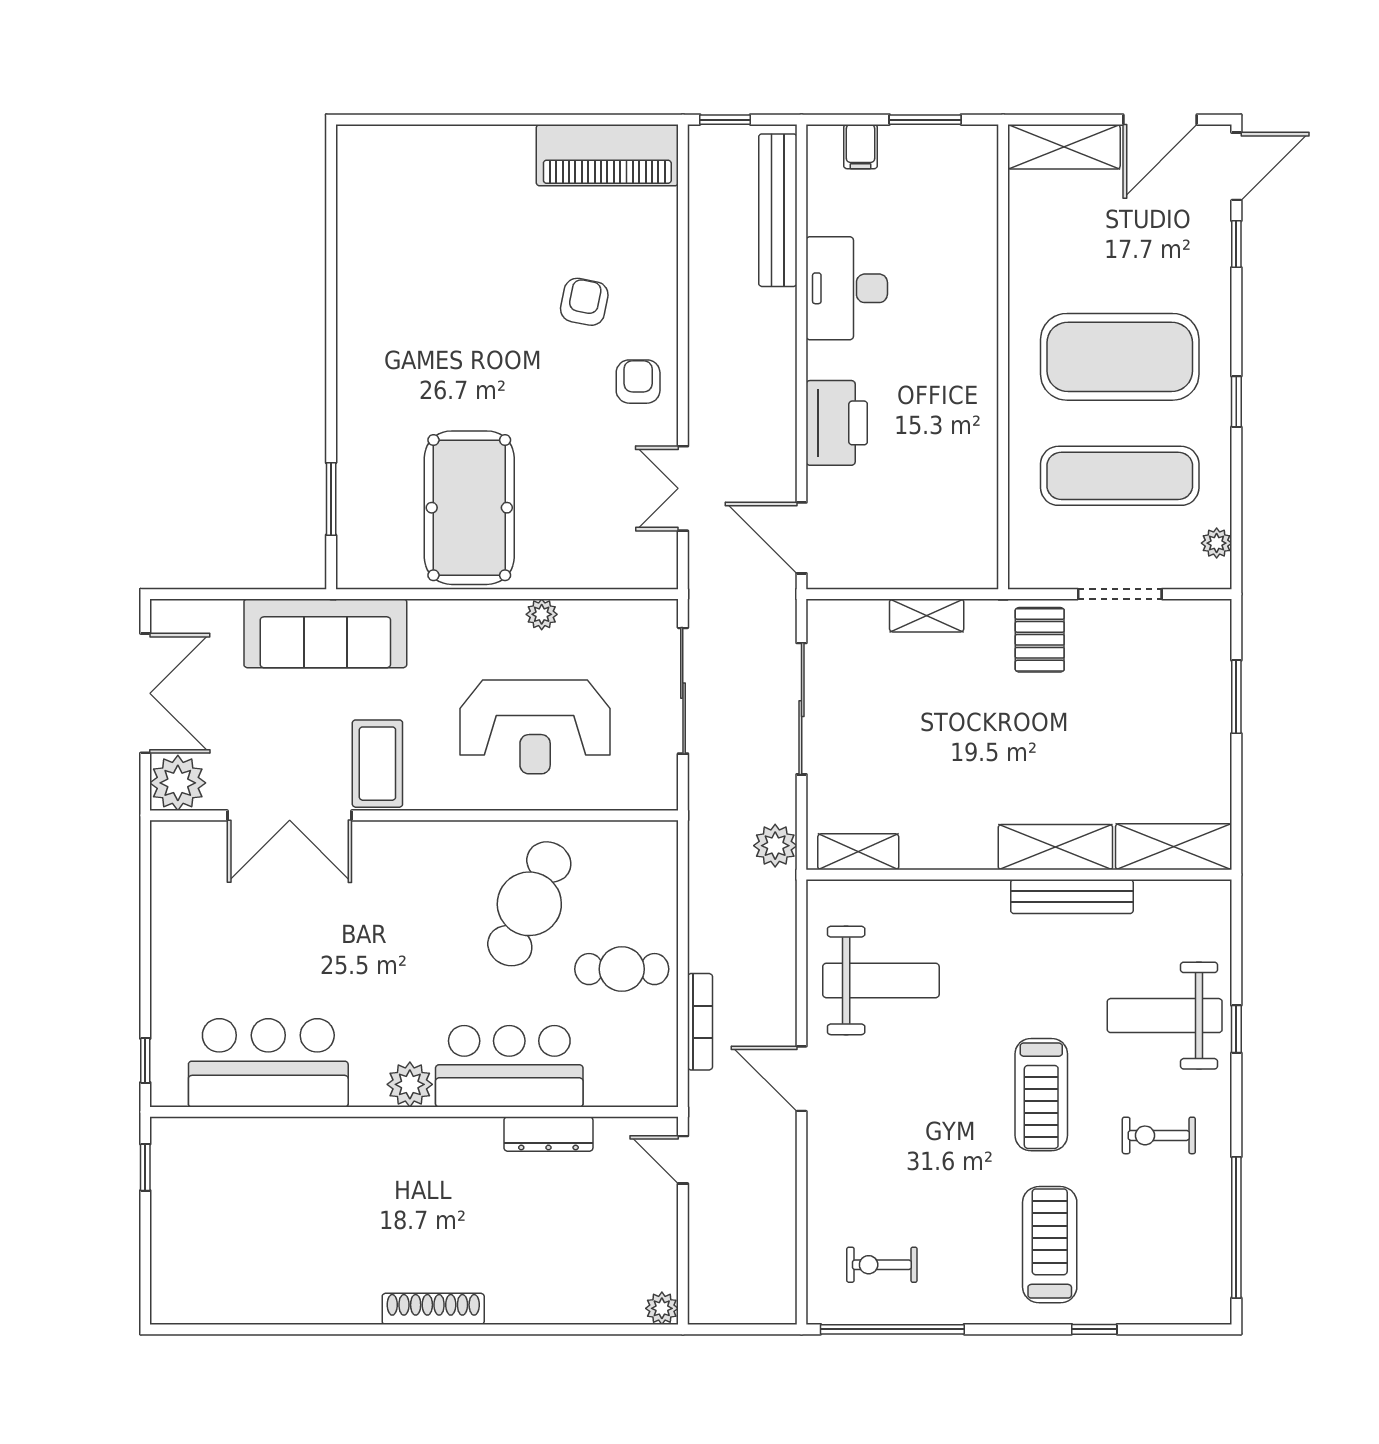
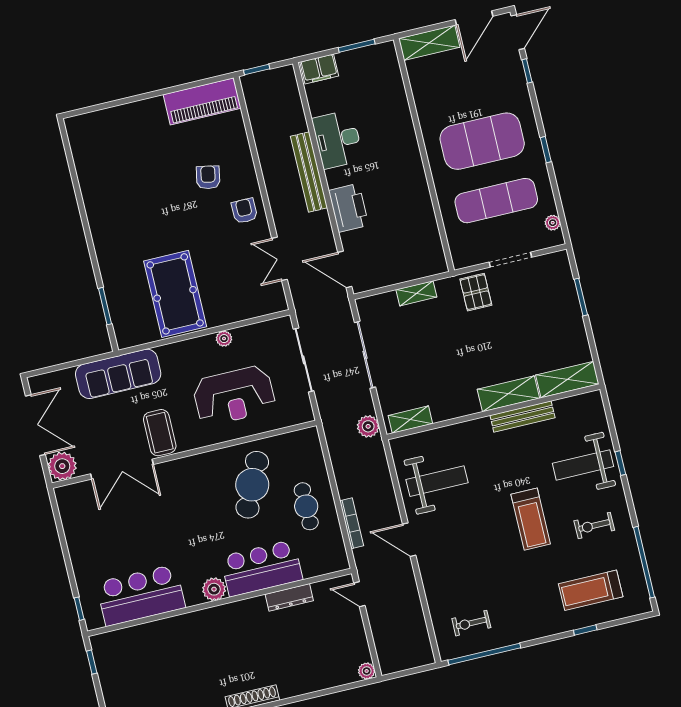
filing cabinet: (861, 147) -> (319, 69), width x2.00
bench: (778, 210) -> (309, 172), moved
cafe table: (622, 969) -> (306, 506), turned 90
treadmill: (1050, 1245) -> (591, 590), moved, turned -90

